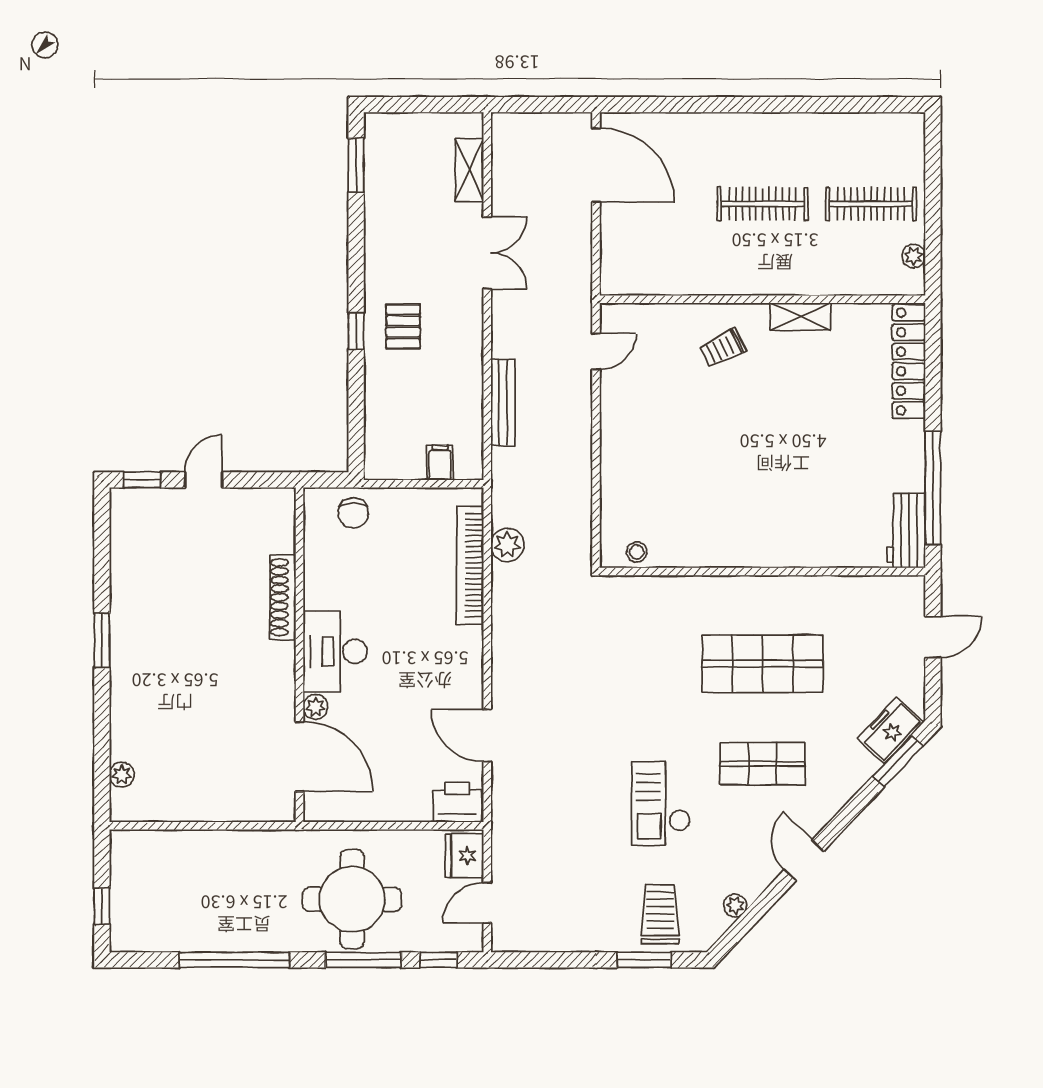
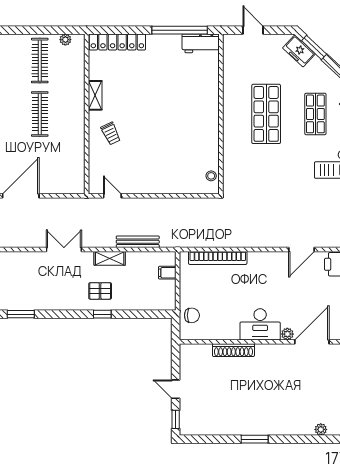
shelving: (469, 170) -> (110, 258), moved
plant: (507, 545) -> (208, 240), removed

